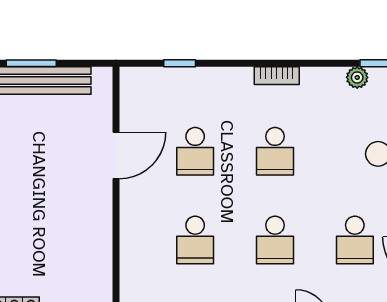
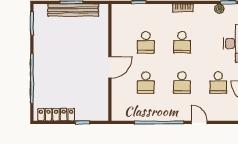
door: (116, 155) -> (110, 67), moved

